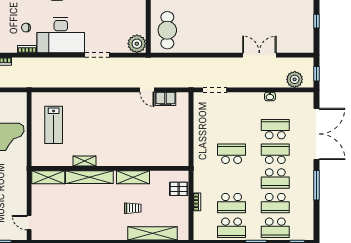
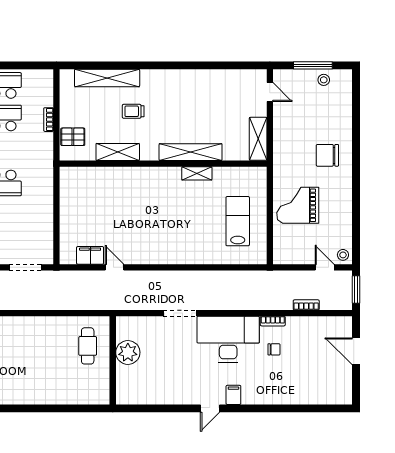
cafe table: (167, 30) -> (88, 346), width x0.73, depth x0.74
plant: (137, 44) -> (128, 352), moved
shelving: (48, 177) -> (258, 139), moved, turned 90
shelving: (133, 177) -> (118, 152), moved

